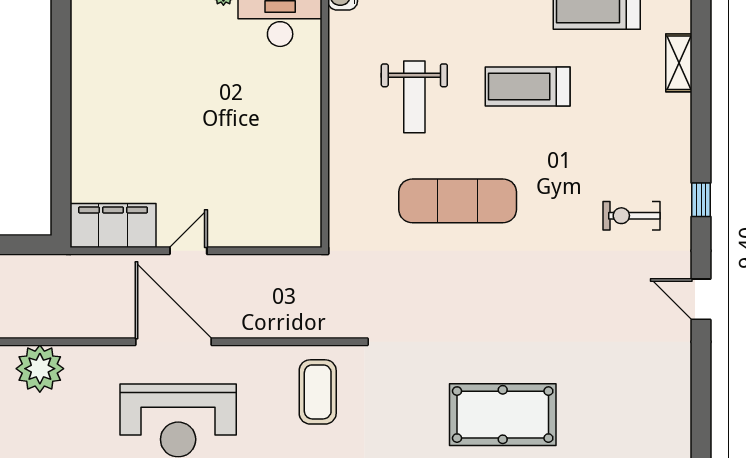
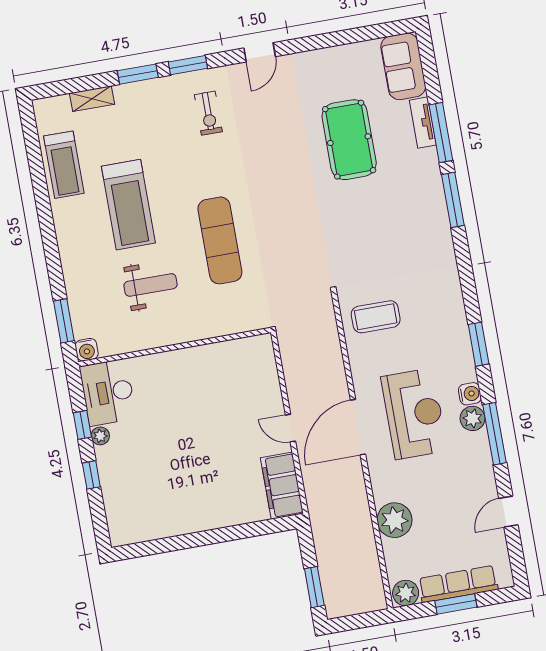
treadmill: (528, 86) -> (128, 205), width x1.37, depth x1.38
window: (701, 130) -> (138, 74), added
window: (701, 200) -> (188, 65), width x1.50
pool table: (503, 415) -> (349, 140), moved

